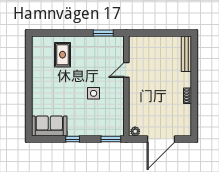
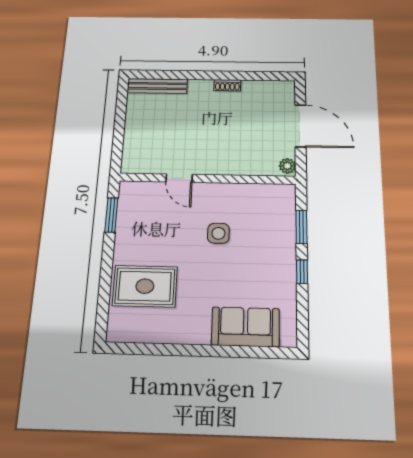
rug: (63, 55) -> (145, 286), width x1.36, depth x1.43
sofa: (49, 126) -> (245, 327), moved, turned 90
window: (111, 139) -> (302, 227), moved

